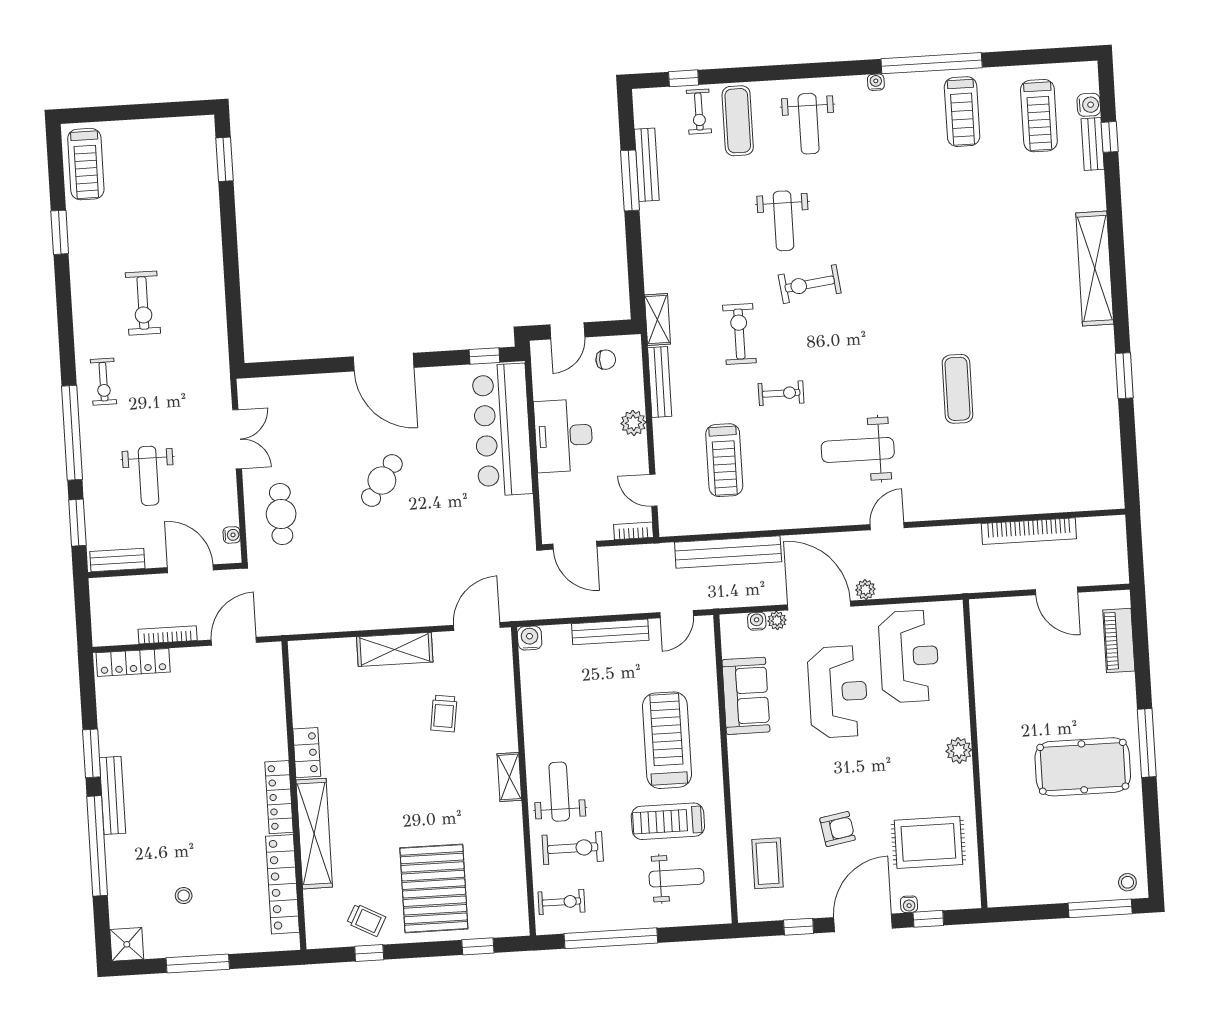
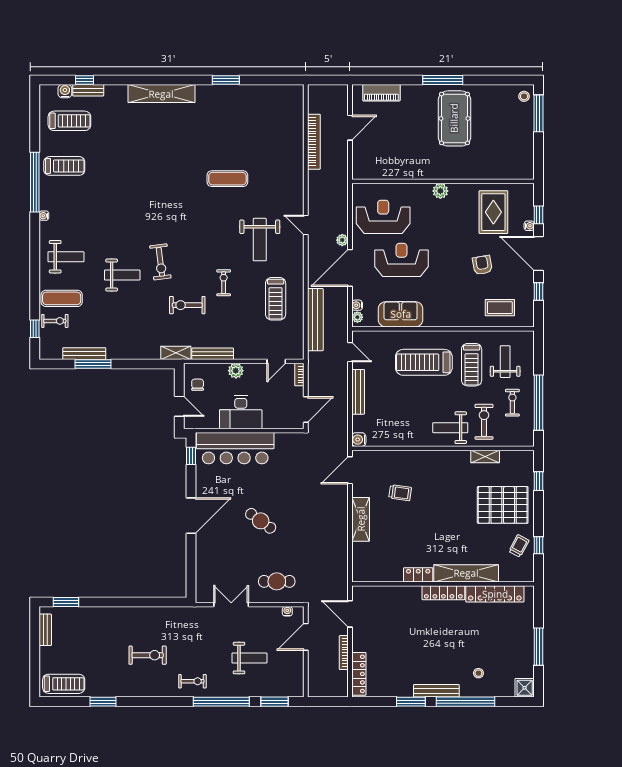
treadmill: (724, 460) -> (276, 299), moved, turned 90
bench: (117, 560) -> (45, 630), moved
plant: (777, 620) -> (357, 317), moved
door: (477, 626) -> (350, 470), hinge flipped
shelving: (509, 777) -> (485, 456), moved
stool: (184, 896) -> (478, 673), moved
exercise bike: (561, 902) -> (512, 403), moved

